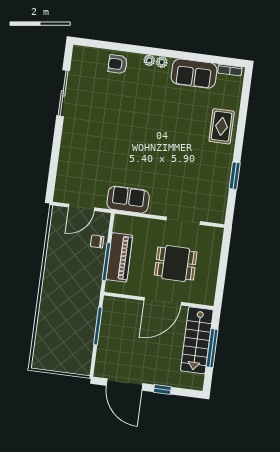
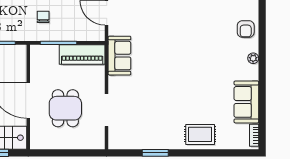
plant: (162, 62) -> (253, 70), removed
armchair: (118, 64) -> (246, 29), turned 180
chair: (97, 242) -> (43, 17), moved
piano: (119, 257) -> (82, 54), moved

